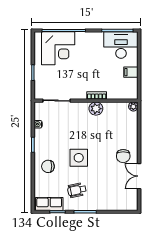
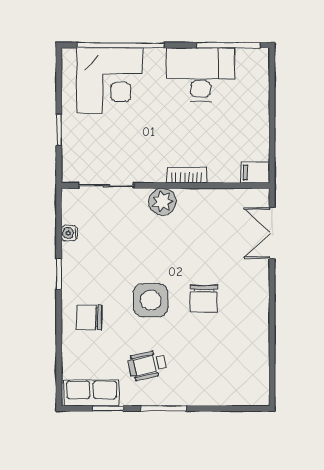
desk: (121, 45) -> (201, 74), moved
filing cabinet: (131, 72) -> (255, 173), moved
plant: (133, 106) -> (260, 197), removed
plant: (96, 109) -> (162, 202), moved
chair: (123, 156) -> (204, 299), moved
double door: (139, 176) -> (272, 233), moved

